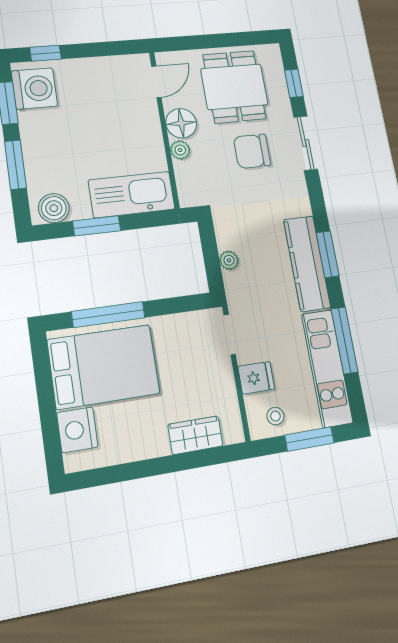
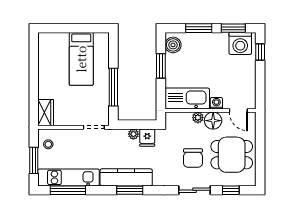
washing machine: (150, 120) -> (216, 103), added
chair: (252, 151) -> (193, 158), turned 180
kitchen sink: (132, 195) -> (187, 99), moved, turned -90
window: (108, 315) -> (113, 87), moved
window: (344, 340) -> (68, 190), moved
bed: (104, 367) -> (81, 59), width x0.67
fridge: (256, 378) -> (147, 138), moved
nightstand: (77, 430) -> (58, 41), removed
wardrobe: (195, 435) -> (46, 113), moved

